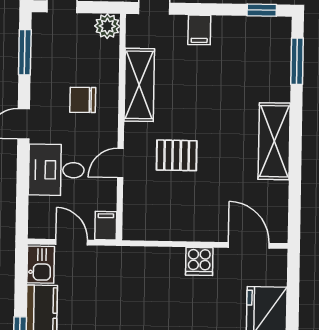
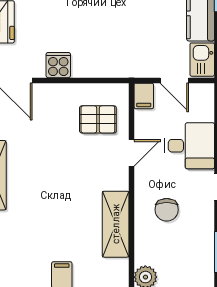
chair: (83, 100) -> (167, 210), turned 90
pallet: (177, 155) -> (98, 119), moved

